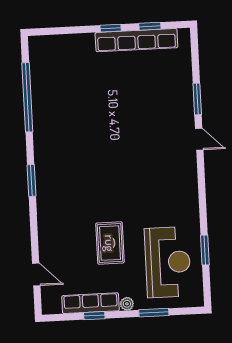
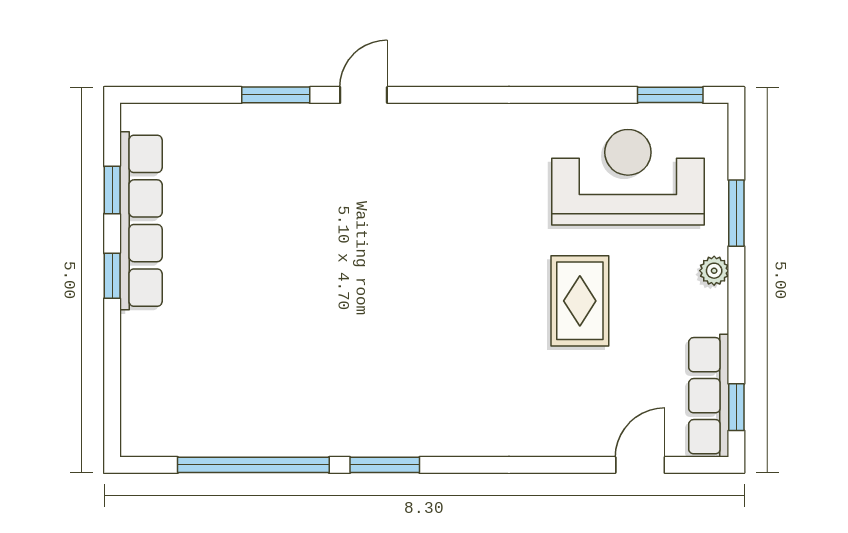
window: (31, 181) -> (385, 465), moved
rug: (110, 243) -> (580, 301), turned 90
window: (205, 250) -> (670, 95), moved
row of seats: (91, 303) -> (709, 396), moved
window: (94, 316) -> (736, 407), moved

